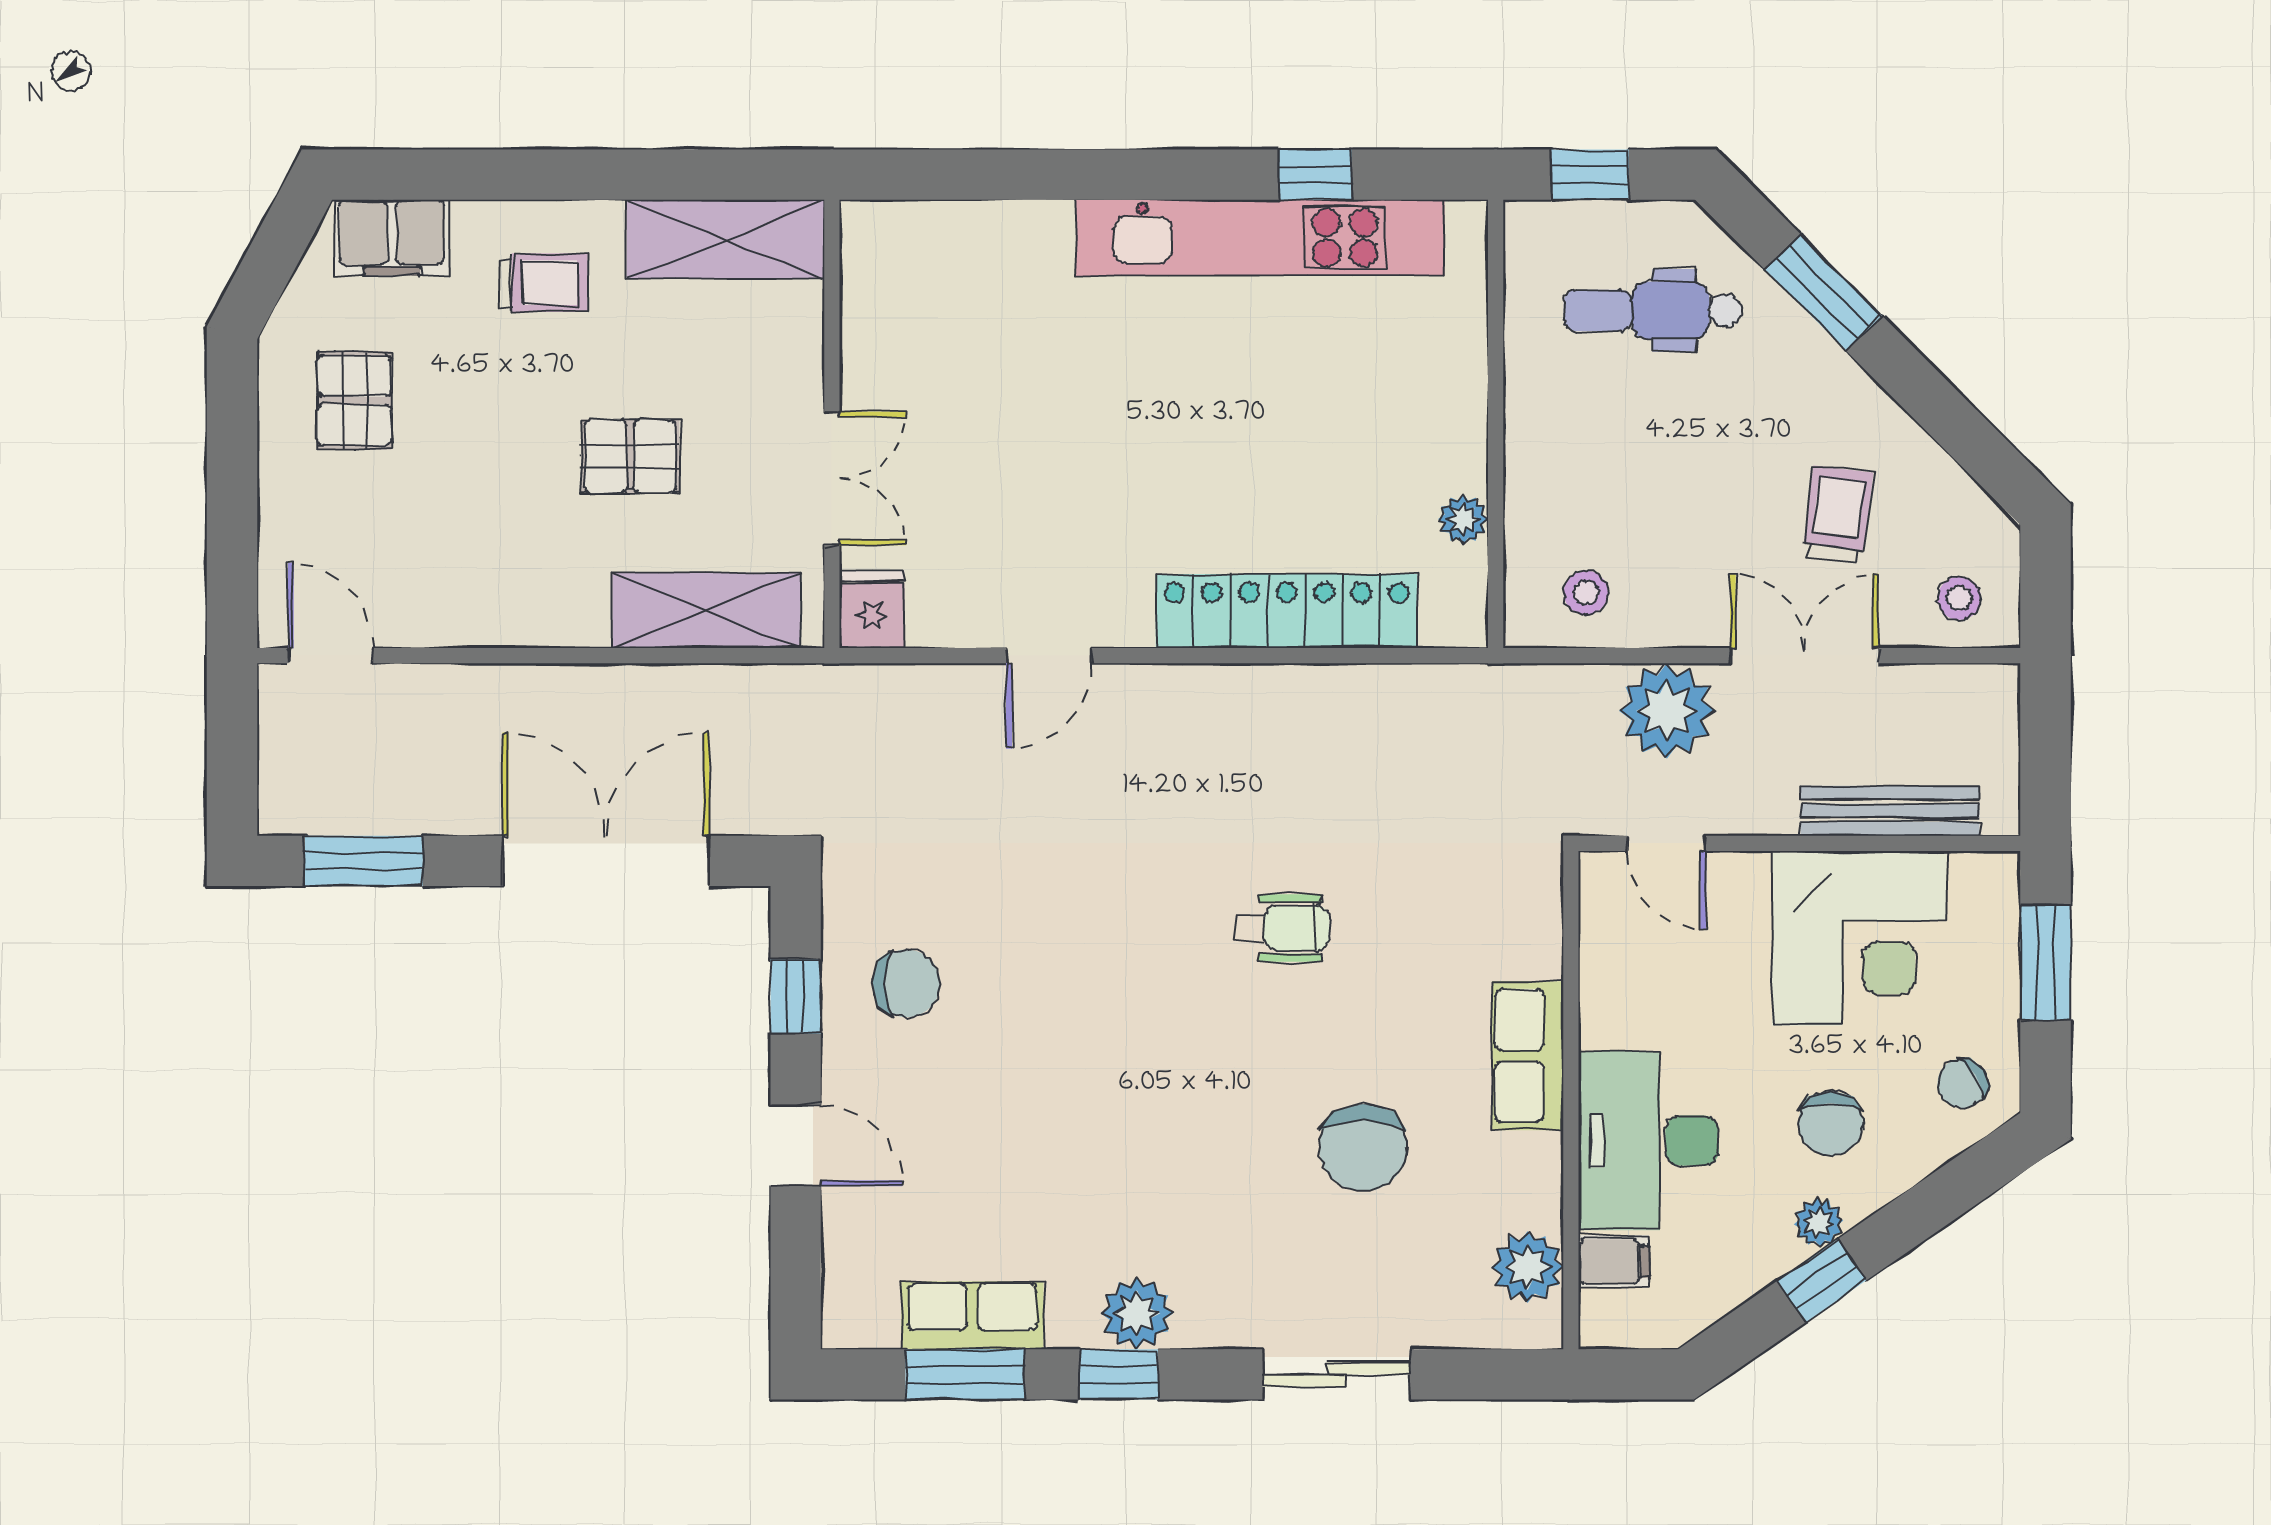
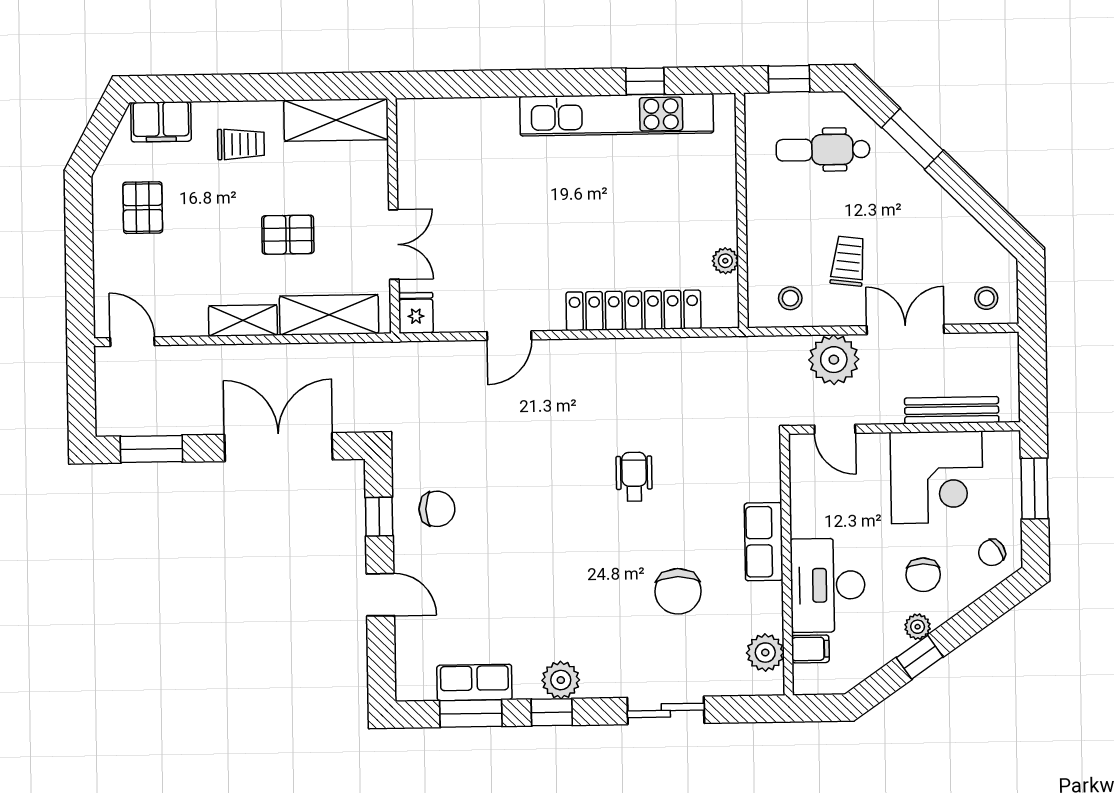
trolley: (1838, 514) -> (848, 261), moved
shelving: (542, 619) -> (243, 321), added
wheelchair: (1283, 928) -> (634, 477), turned -90

